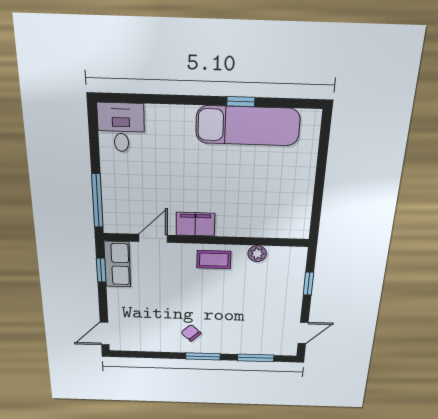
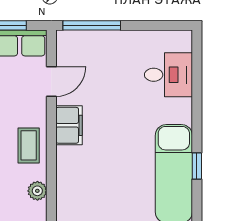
desk: (121, 127) -> (168, 75), moved
door: (153, 238) -> (51, 82), hinge flipped

